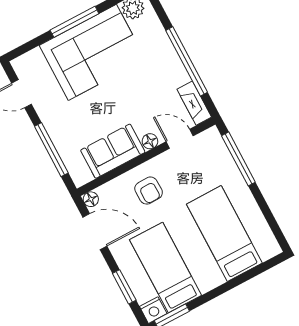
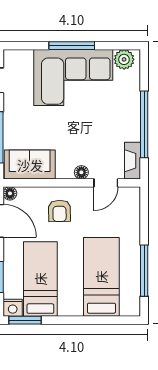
door: (180, 139) -> (106, 183), swing flipped
sofa: (113, 151) -> (30, 165), moved
window: (238, 159) -> (144, 271), moved

